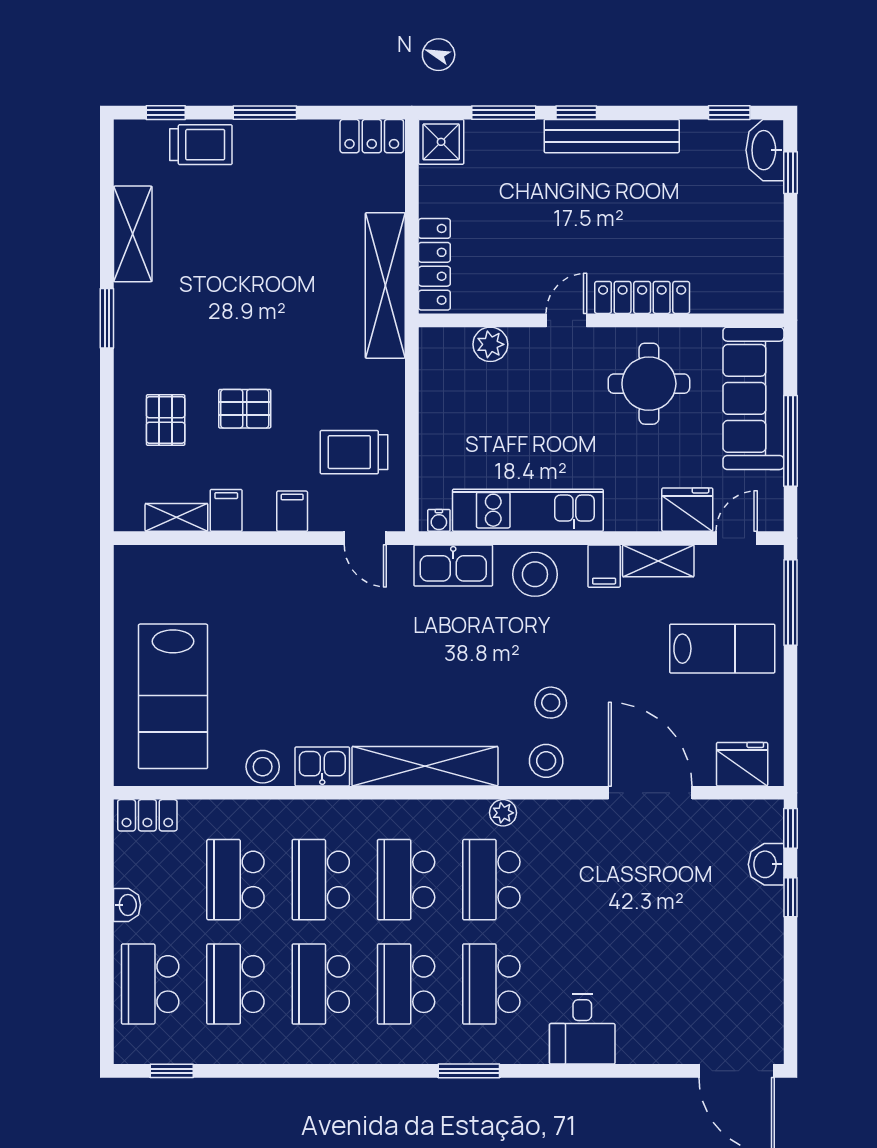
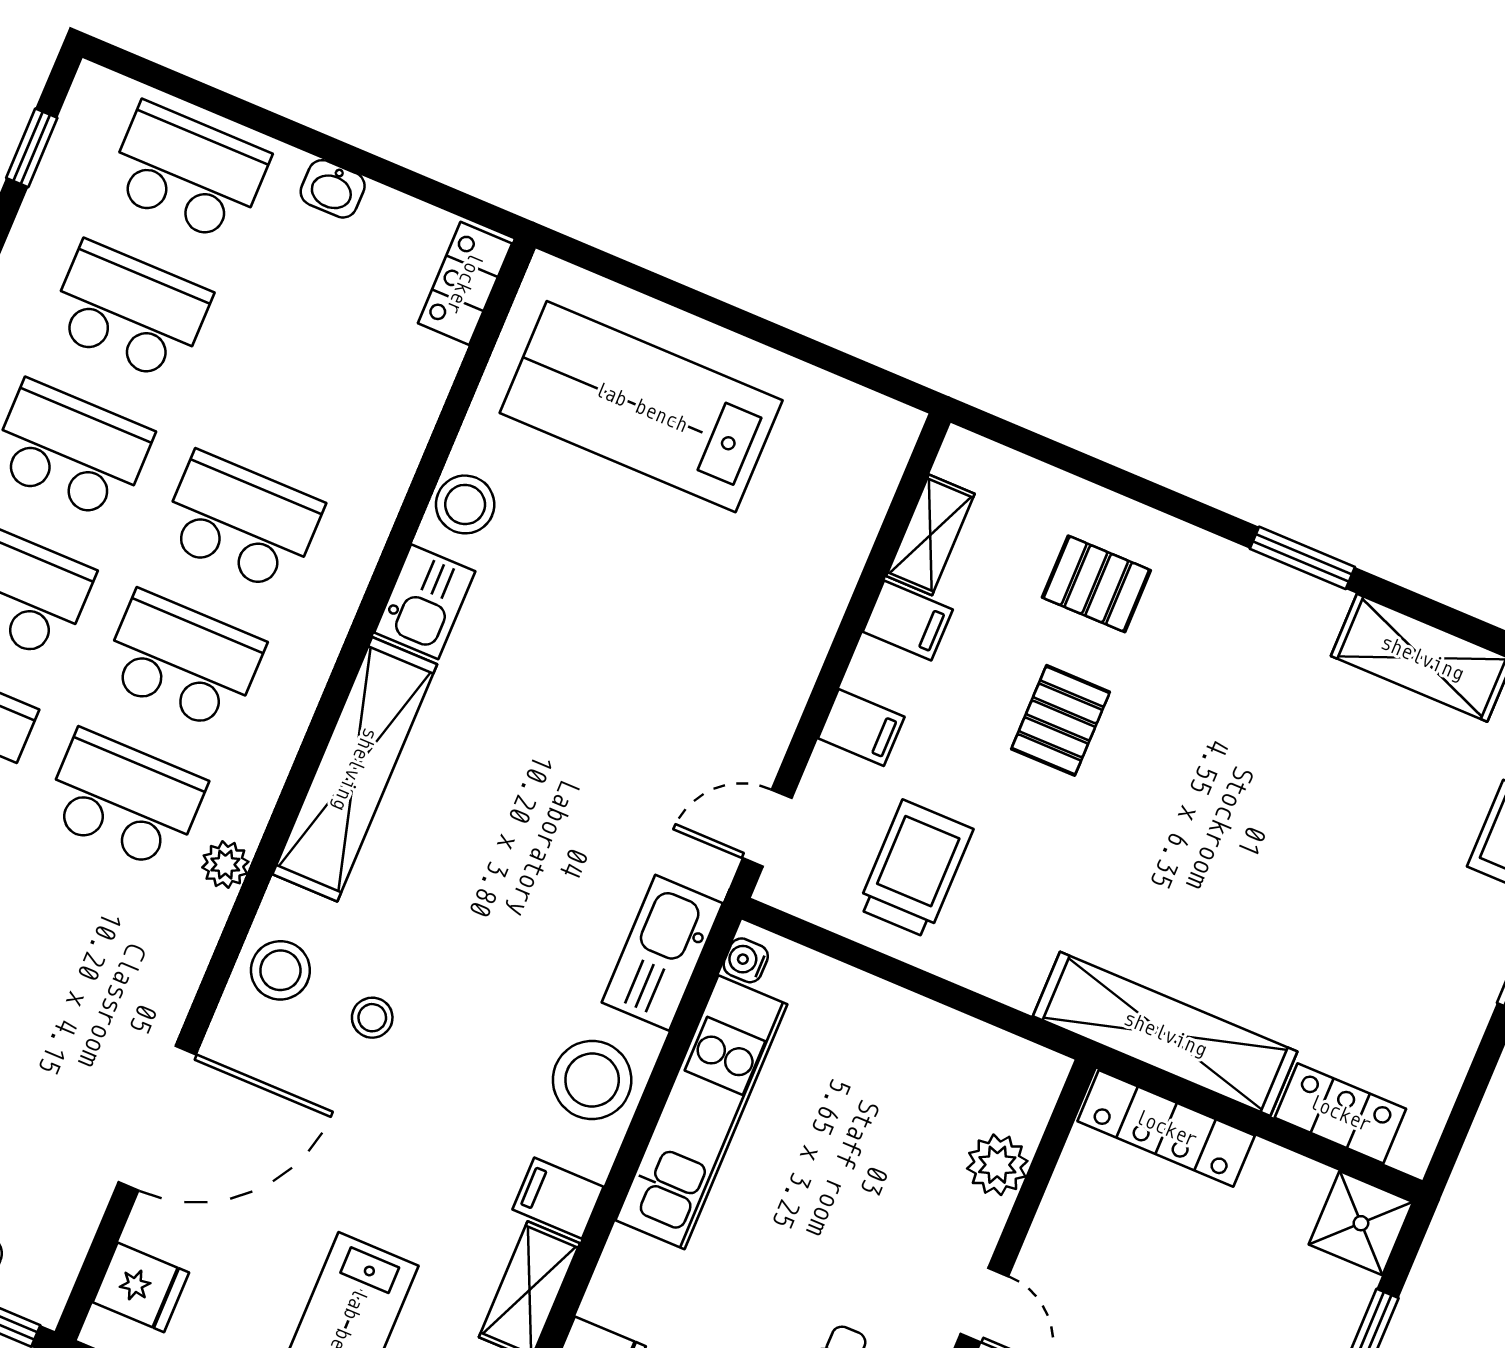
locker: (372, 136) -> (1340, 1113), moved, turned 90
stool: (551, 703) -> (372, 1018), width x0.73, depth x0.73
fridge: (742, 764) -> (141, 1287), width x0.72
school desk: (235, 880) -> (300, 383), removed

